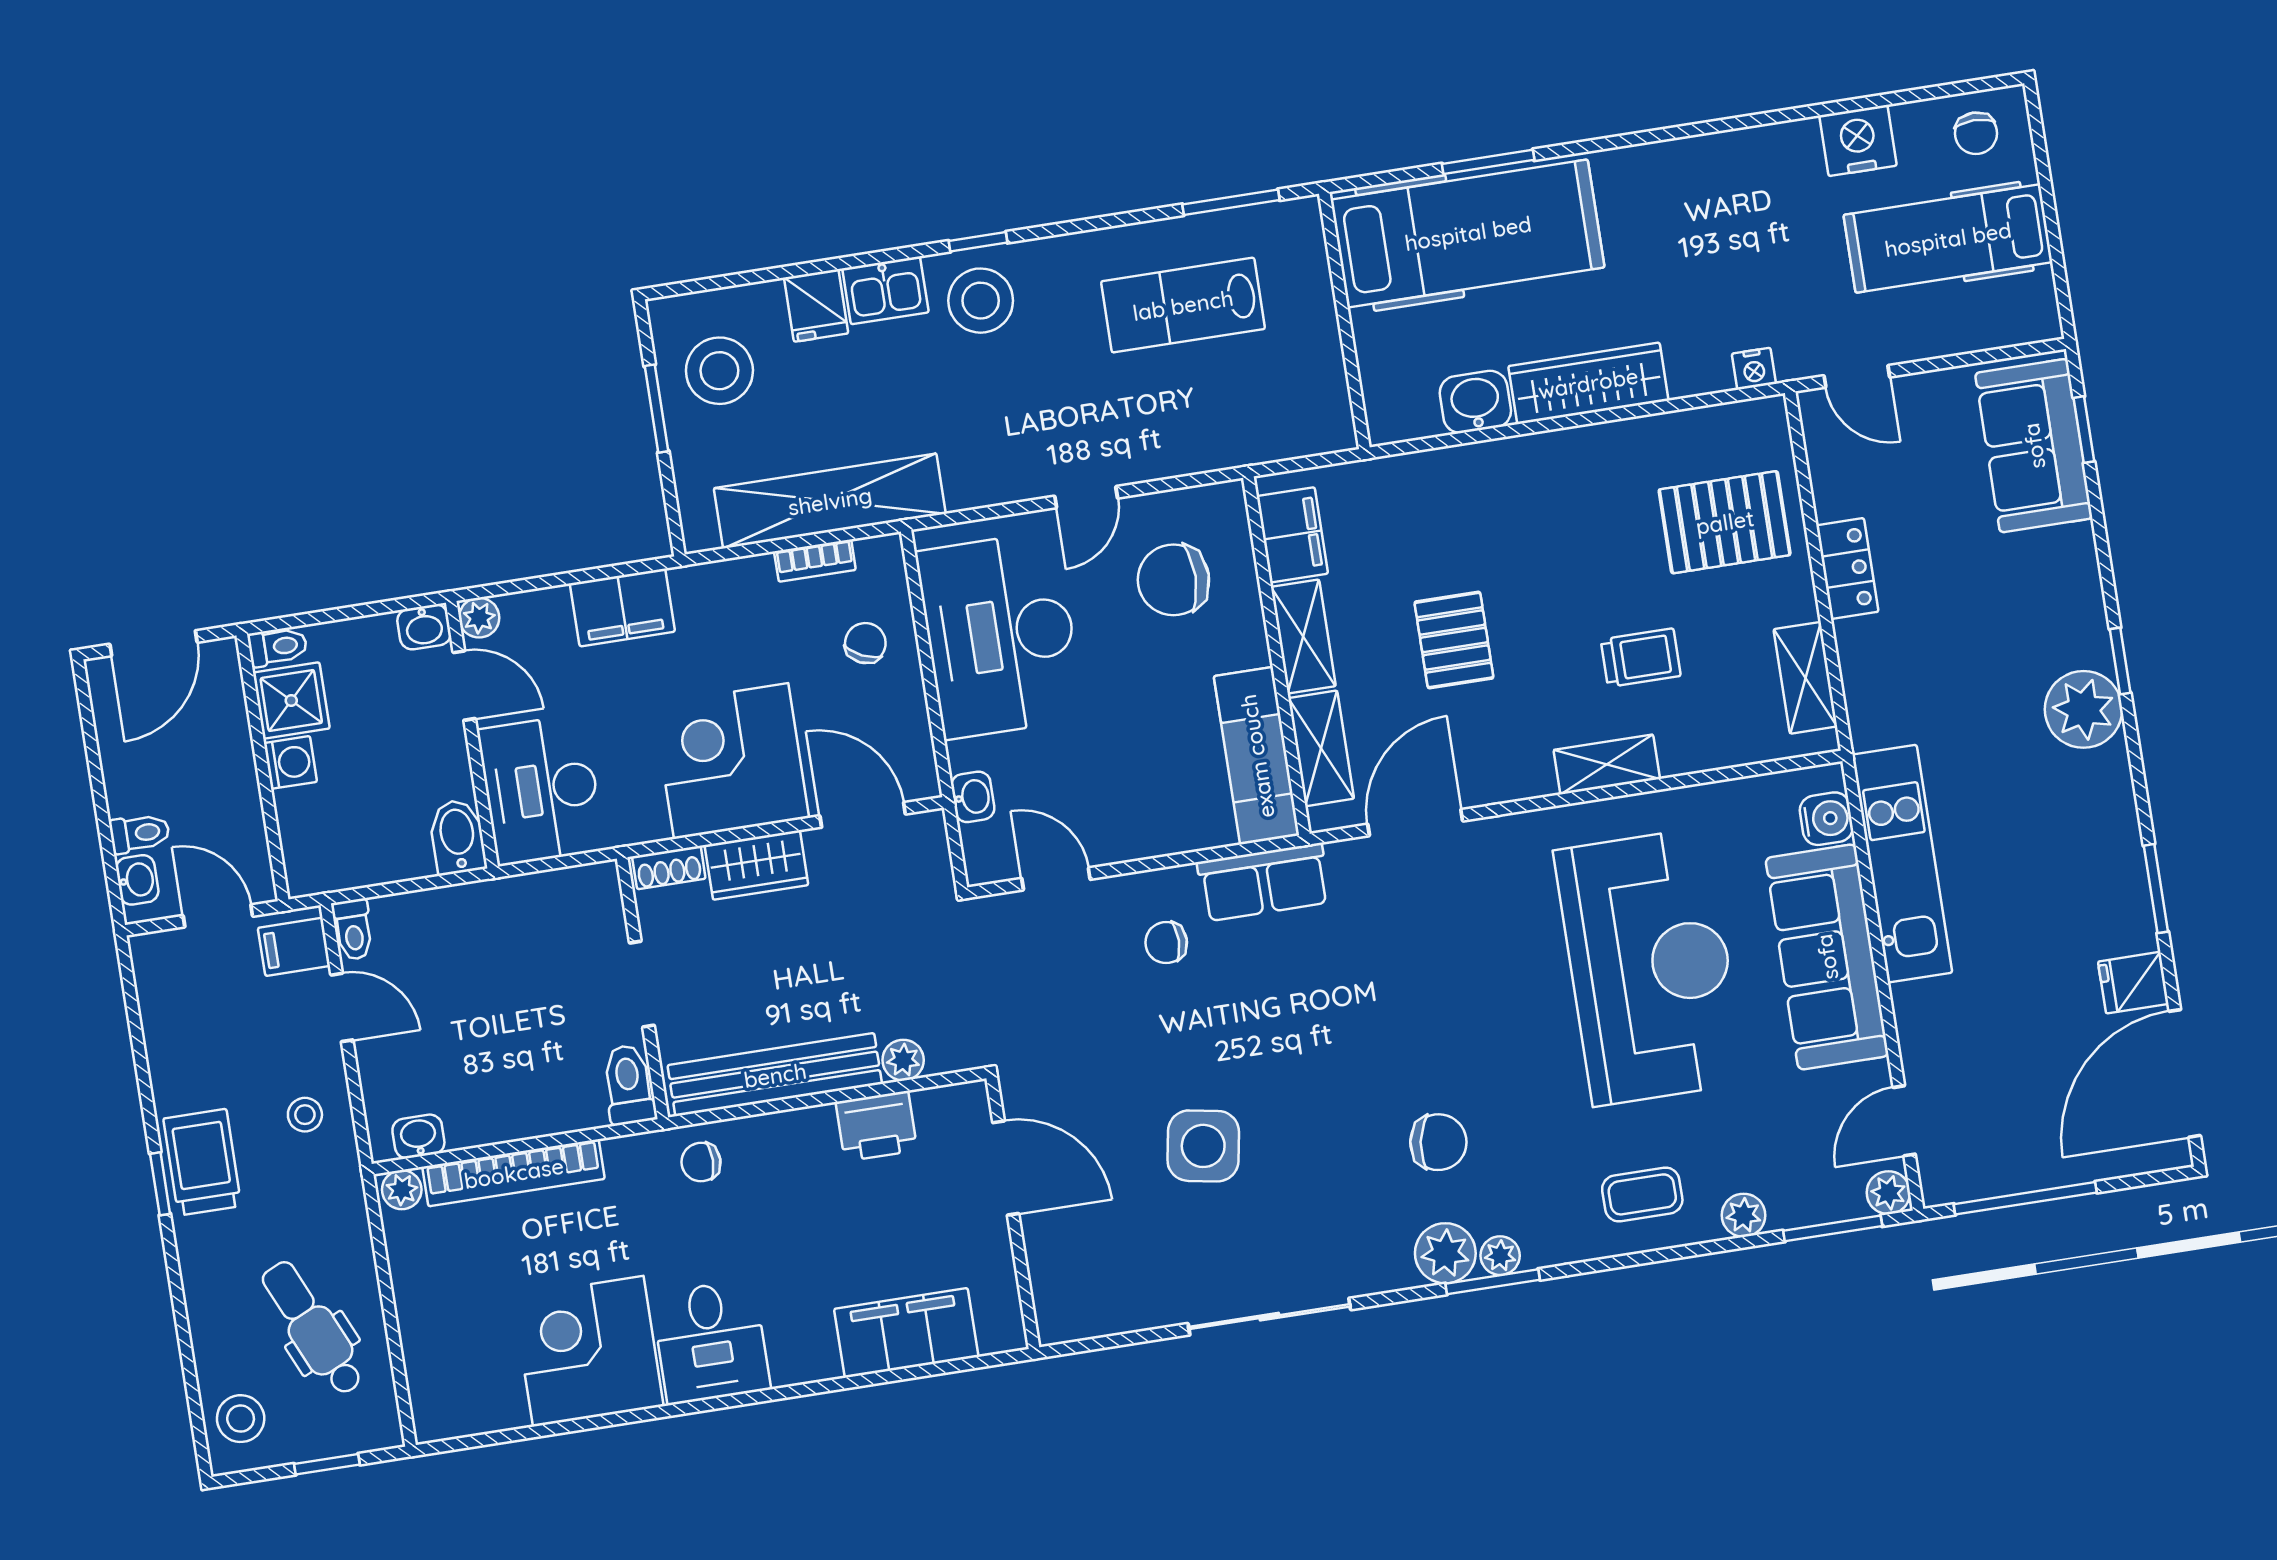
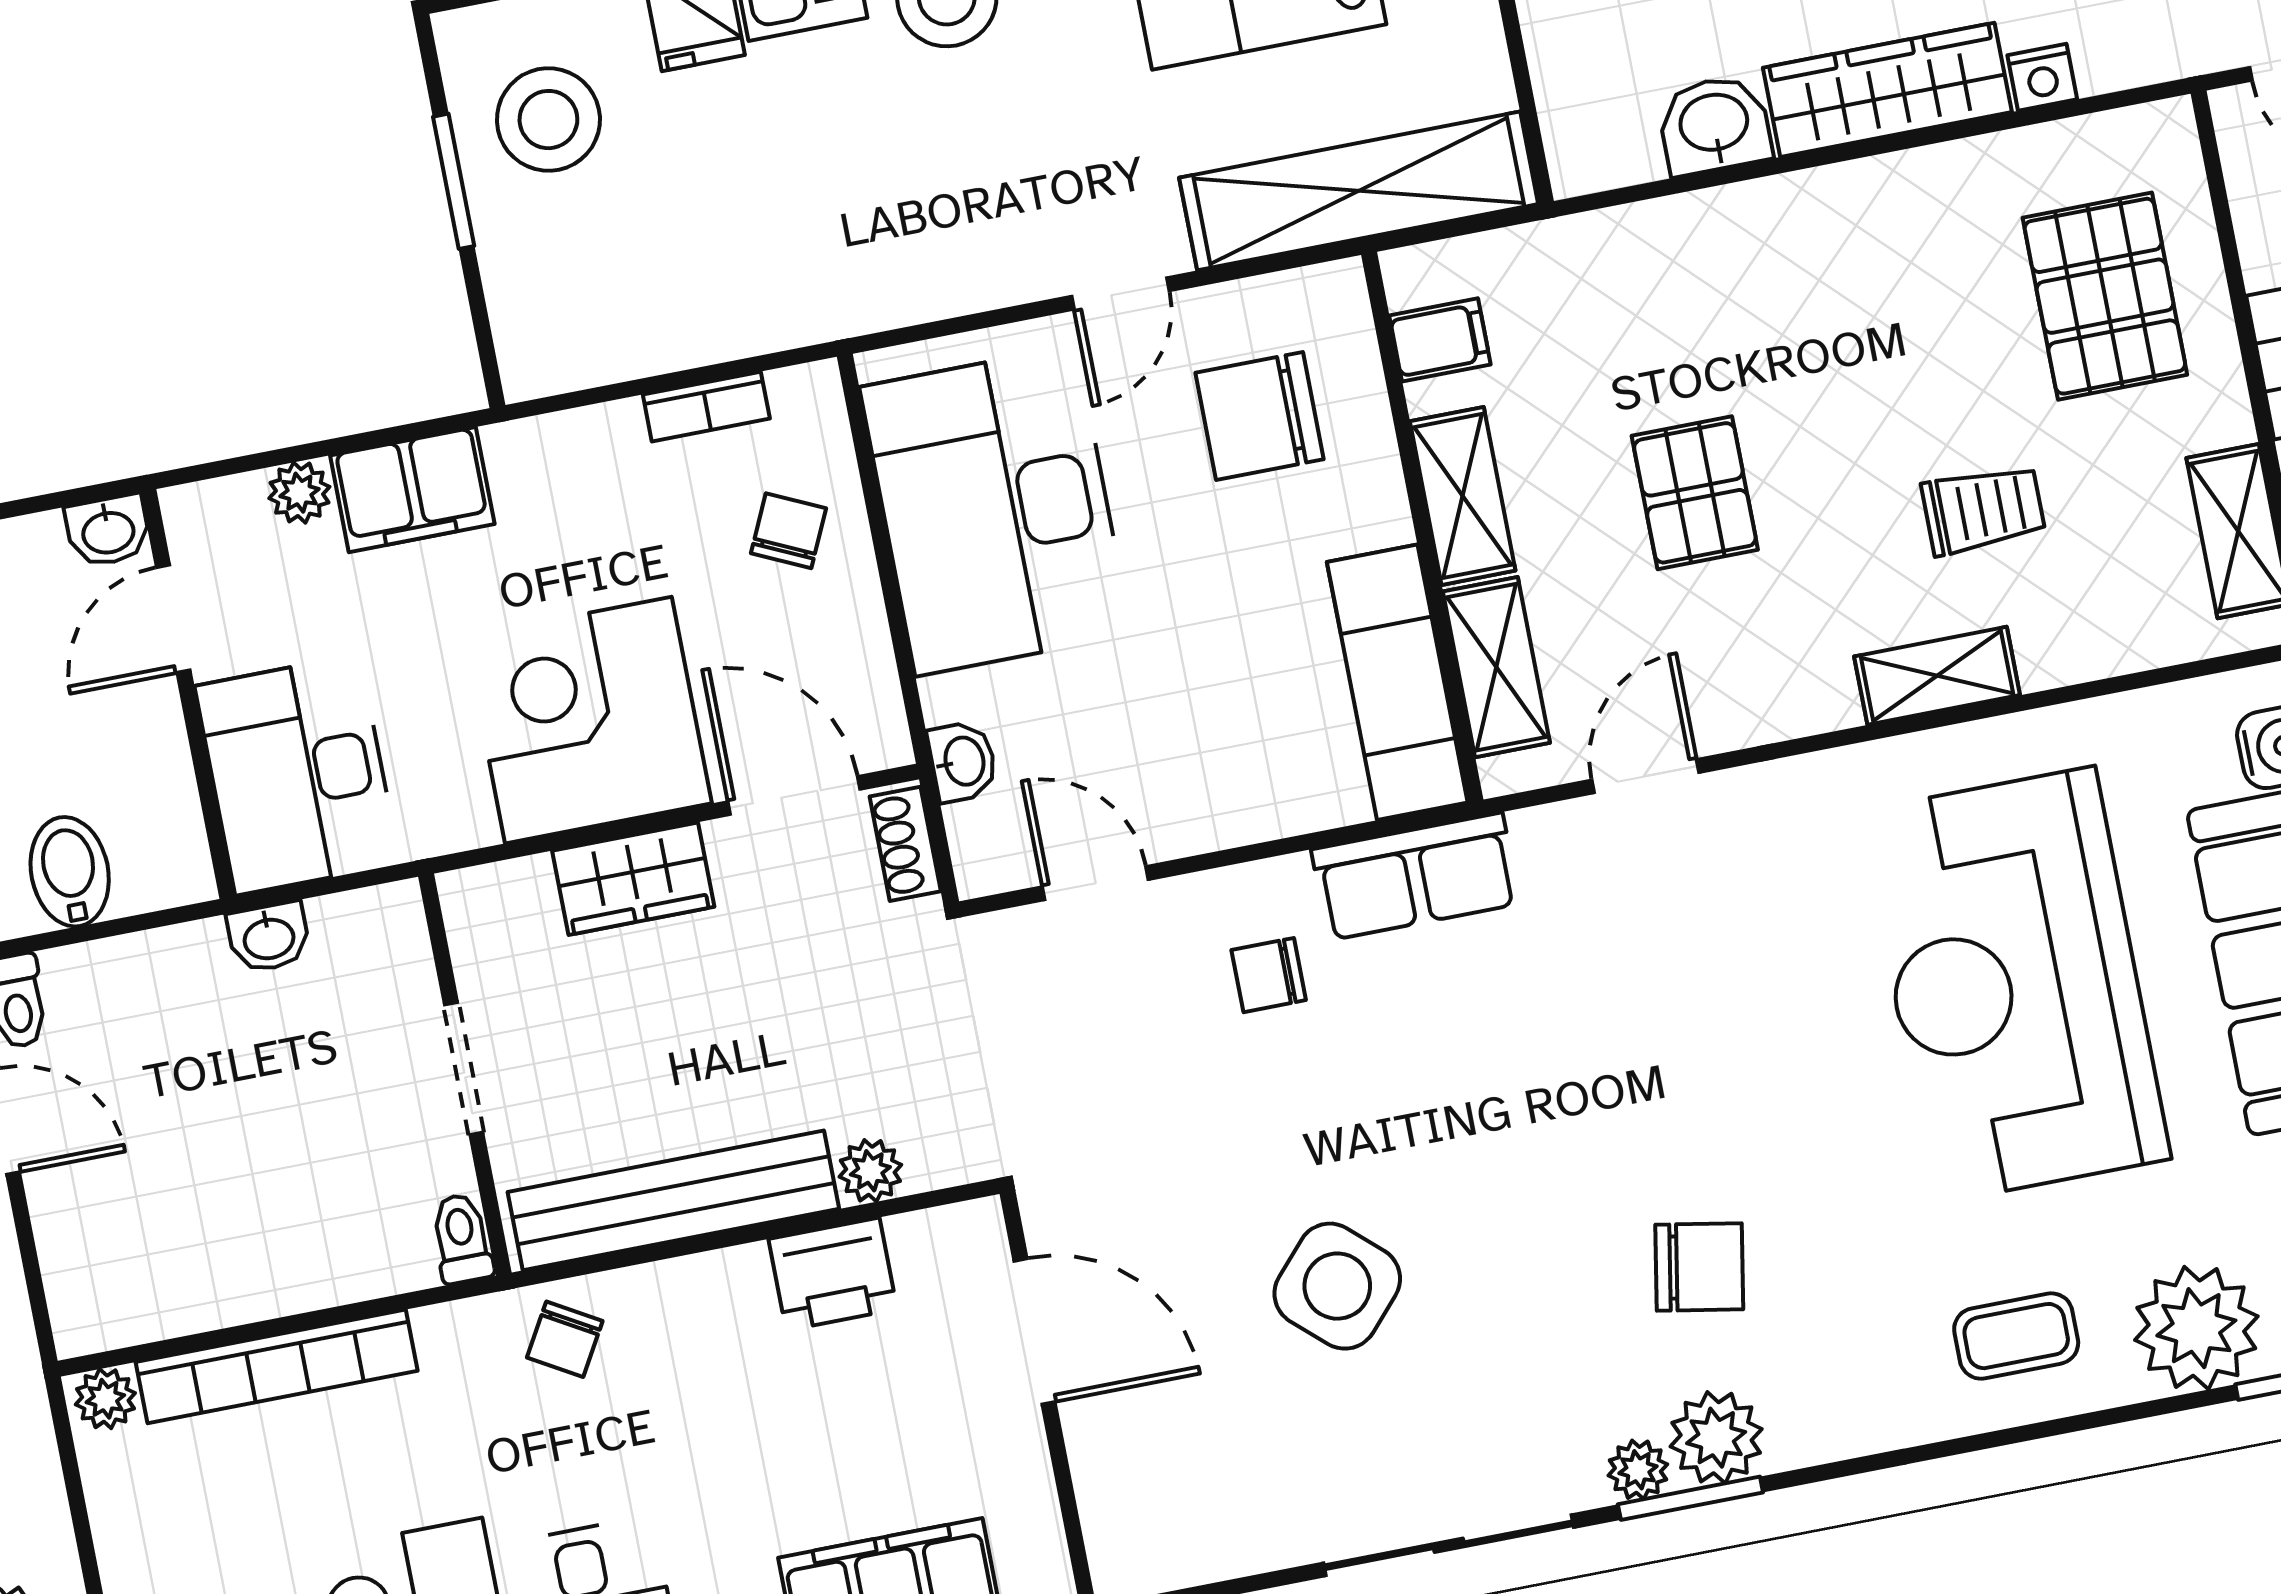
nightstand: (1754, 369) -> (2042, 77), moved
shelving: (830, 501) -> (1359, 191), moved
pallet: (1725, 522) -> (2105, 296), turned 90
filing cabinet: (1292, 535) -> (1440, 340), width x0.50
plant: (479, 618) -> (299, 493), moved
door: (464, 686) -> (173, 619), swing flipped
door: (1415, 823) -> (1645, 776), width x0.73
bidet: (458, 837) -> (70, 872), moved
shoe rack: (669, 867) -> (905, 844), moved, turned 90
reception desk: (1650, 967) -> (2015, 985), turned 180
toilet: (629, 1085) -> (462, 1239), width x0.73, depth x0.72
washbasin: (418, 1136) -> (269, 937), moved, turned 180
side table: (1203, 1146) -> (1337, 1286), turned 32
chair: (701, 1162) -> (565, 1339), turned -60
plant: (1744, 1215) -> (2196, 1328), width x1.87, depth x1.87
plant: (1500, 1256) -> (1638, 1470), moved
window: (1493, 1282) -> (1690, 1498), moved

